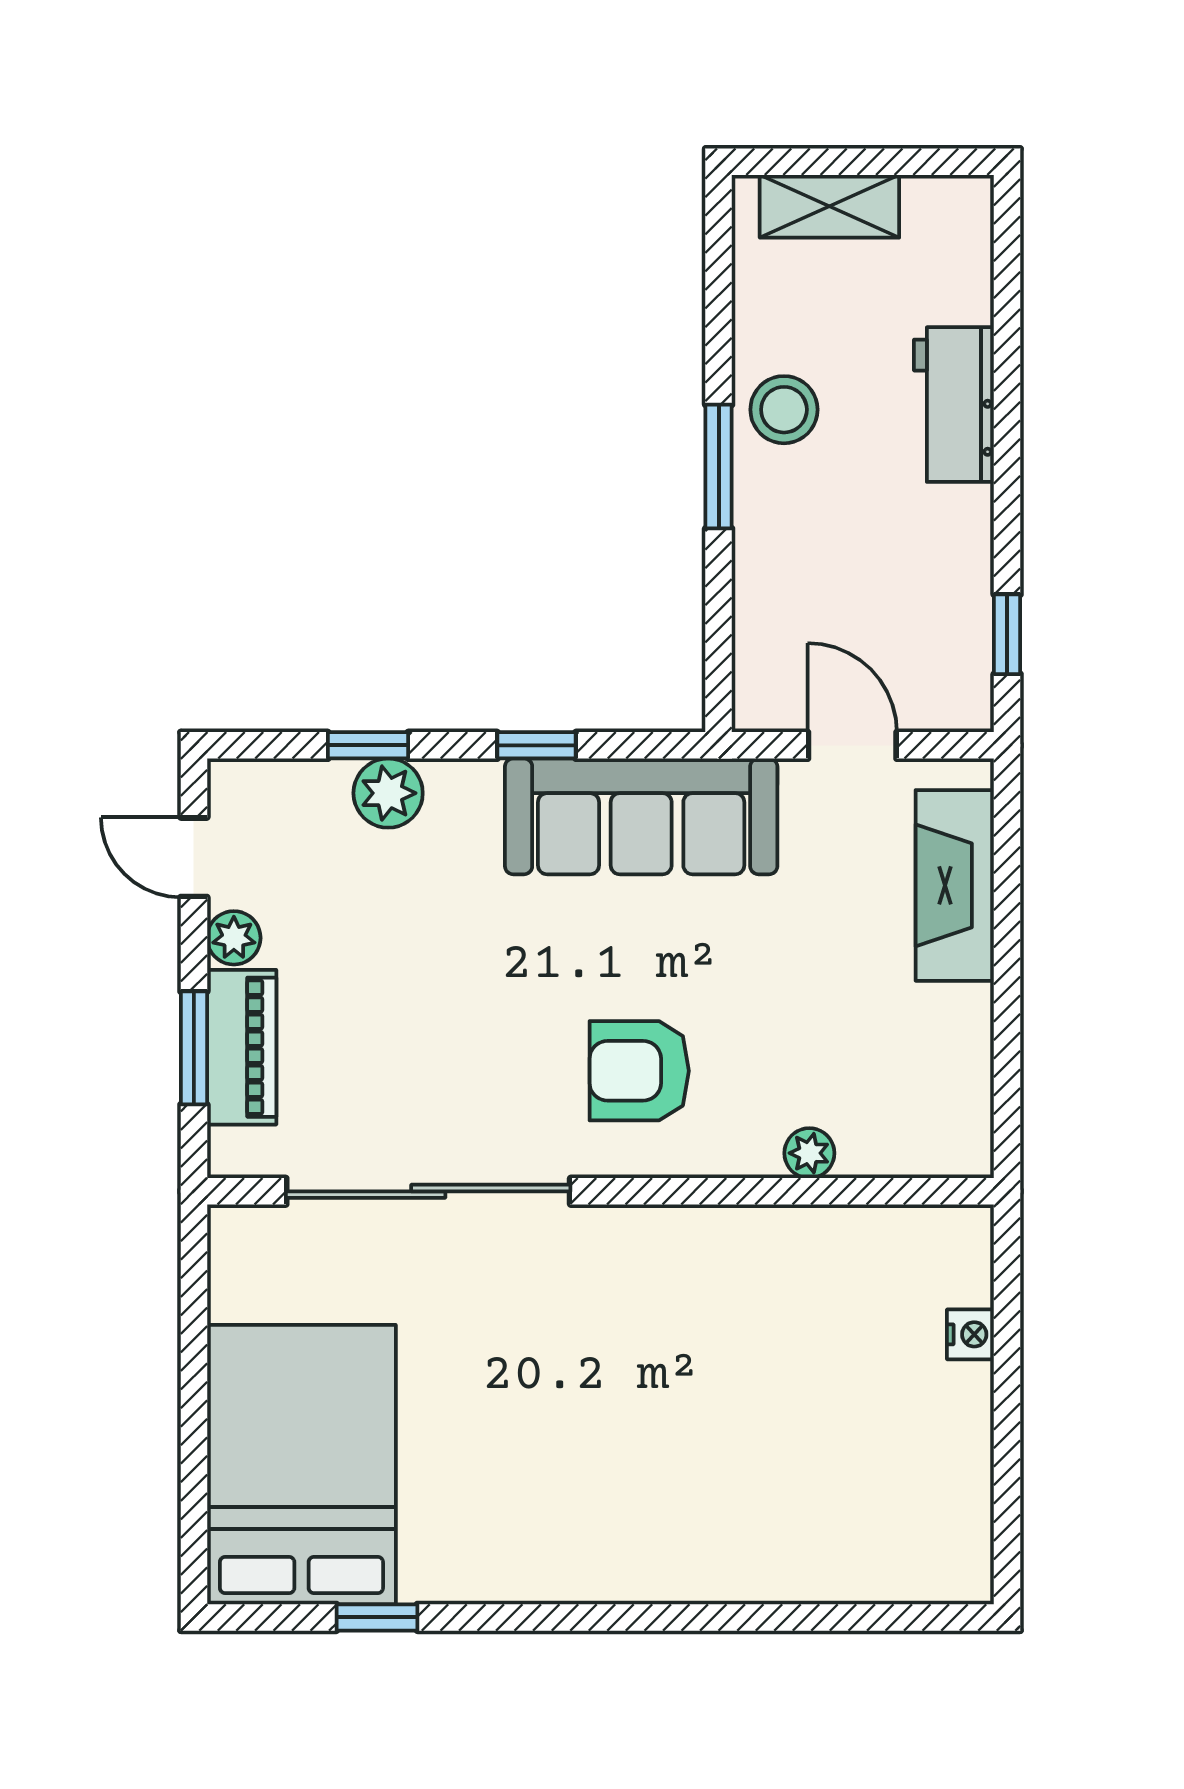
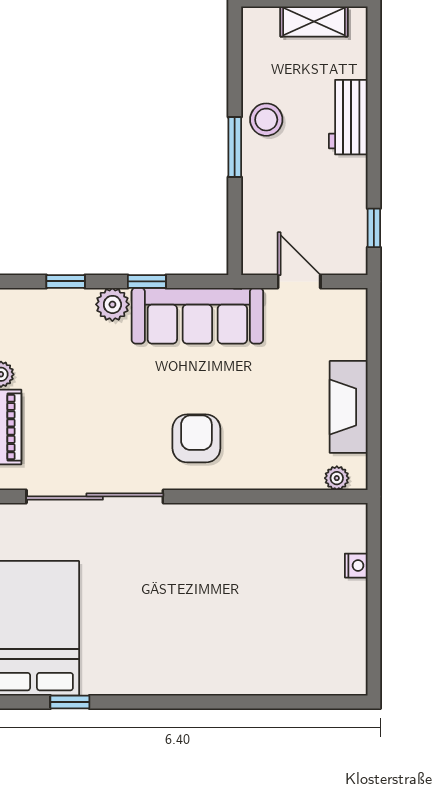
shelving: (829, 206) -> (314, 21), moved
plant: (388, 793) -> (112, 304), moved
fireplace: (955, 885) -> (349, 407), moved
armchair: (639, 1071) -> (196, 438), turned 90
plant: (809, 1153) -> (337, 478), moved

